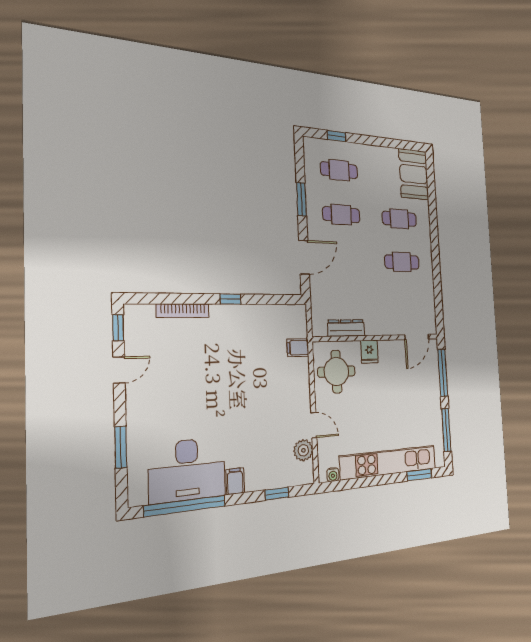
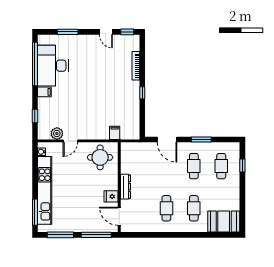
dresser: (346, 328) -> (125, 187), moved
fridge: (369, 352) -> (111, 196), moved
window: (419, 475) -> (35, 212), width x1.44

